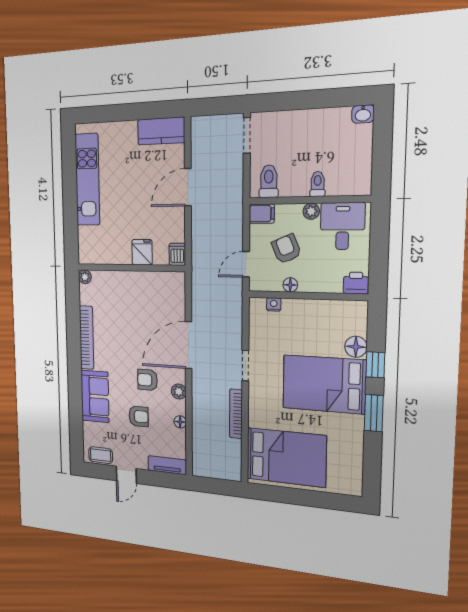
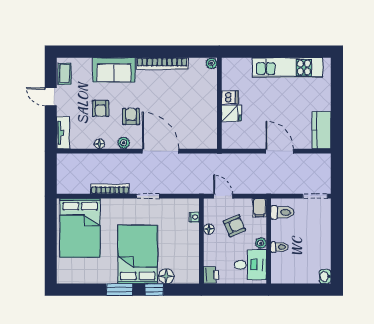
dishwasher: (177, 254) -> (230, 97), moved

